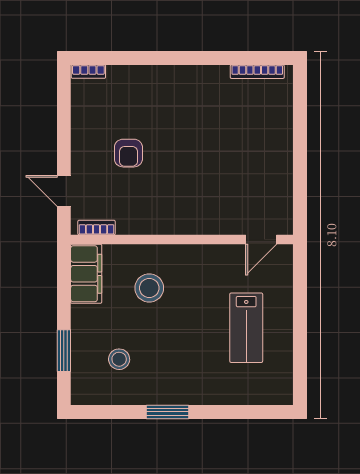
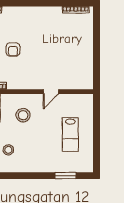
door: (261, 240) -> (51, 92), moved
window: (167, 412) -> (65, 176), moved

